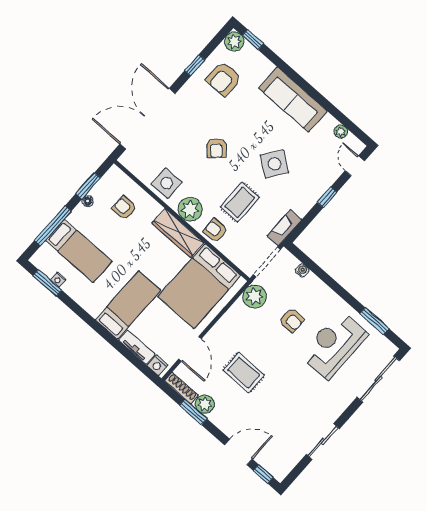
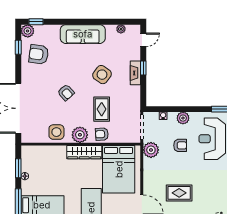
window: (195, 65) -> (18, 47), moved
armchair: (224, 79) -> (39, 54), turned 98
door: (355, 166) -> (143, 40), swing flipped
armchair: (124, 208) -> (46, 163), removed
fireplace: (284, 228) -> (135, 73), moved
plant: (322, 293) -> (183, 118), added

